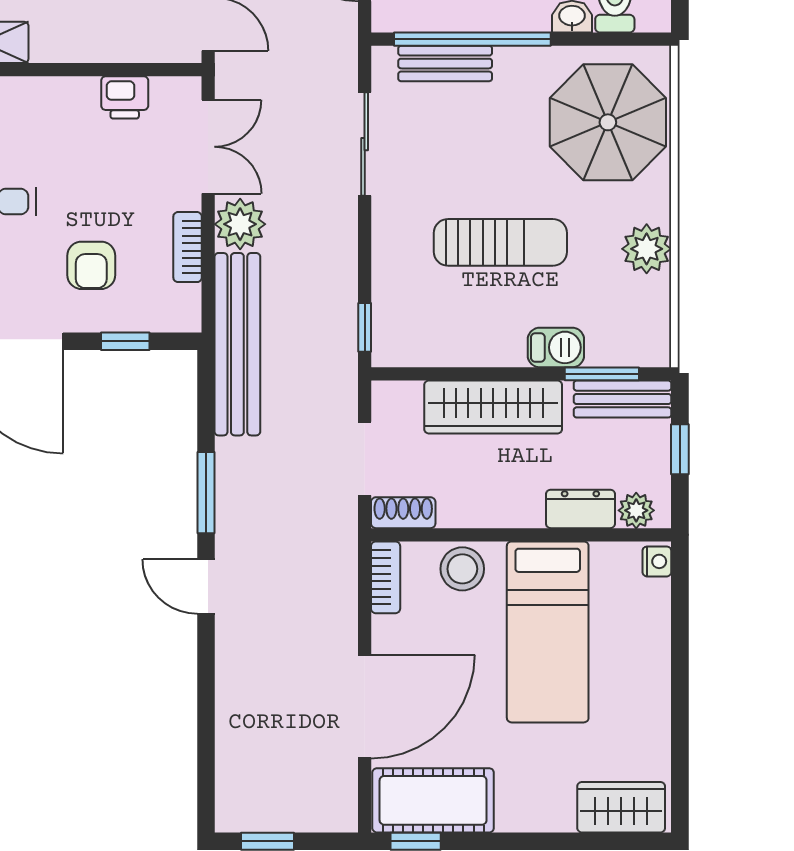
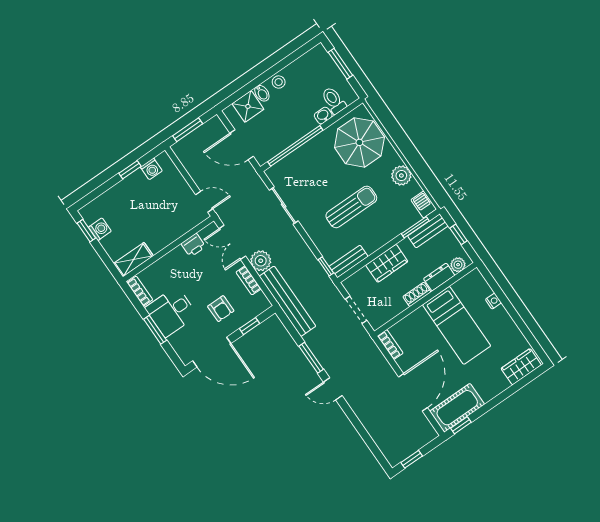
bench: (445, 64) -> (349, 261), moved
double door: (208, 147) -> (232, 242), swing flipped
barbecue: (556, 347) -> (424, 204), moved, turned -90
wardrobe: (493, 407) -> (387, 263), width x0.67
shoe rack: (403, 513) -> (417, 294), moved
nightstand: (657, 561) -> (493, 301), moved
stool: (462, 569) -> (414, 324), removed

